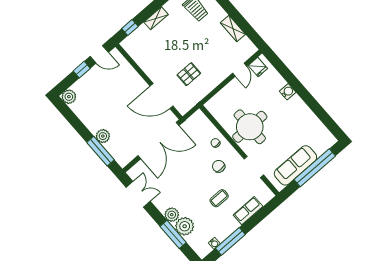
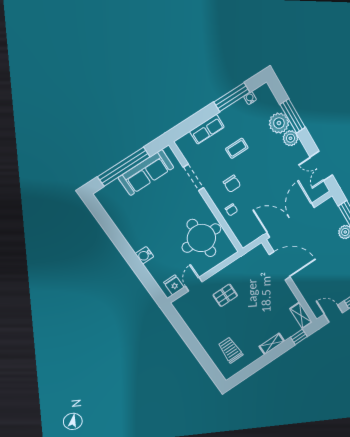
shelving: (233, 29) -> (301, 315), moved
pallet: (189, 74) -> (225, 295), moved
round table: (250, 127) -> (201, 238), moved

